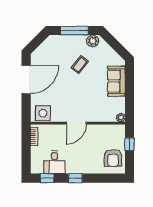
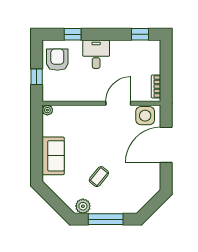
door: (26, 79) -> (166, 145), moved
door: (76, 123) -> (118, 103), moved
desk: (54, 162) -> (96, 54), moved
window: (75, 178) -> (73, 34), moved

